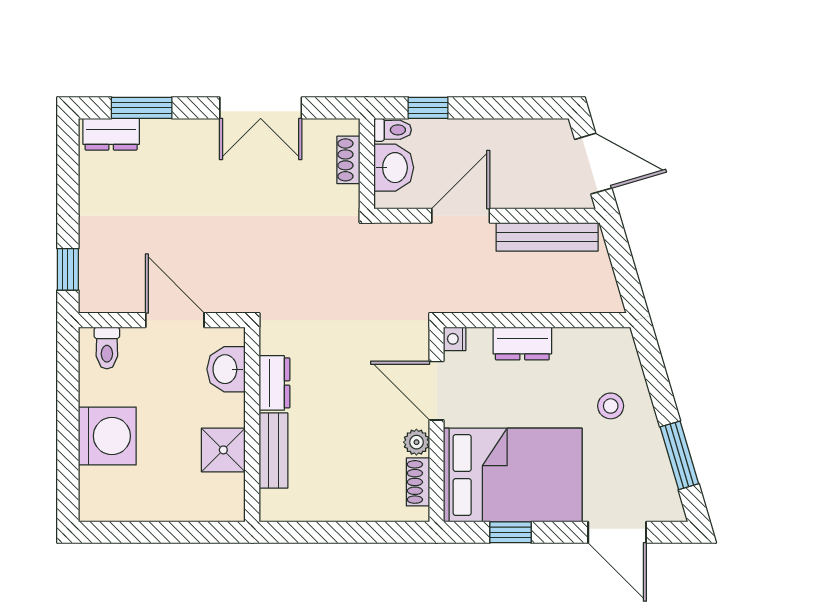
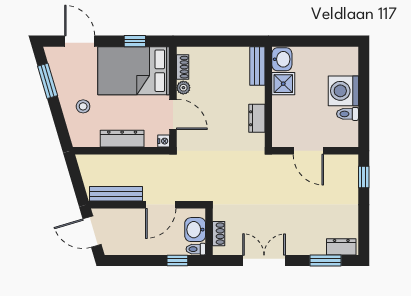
dresser: (522, 343) -> (122, 139), width x1.44
toilet: (107, 348) -> (347, 114), moved, turned -90
washbasin: (226, 369) -> (282, 59), moved
bench: (273, 451) -> (257, 66), moved

